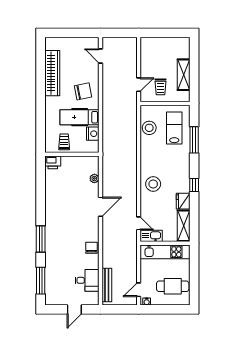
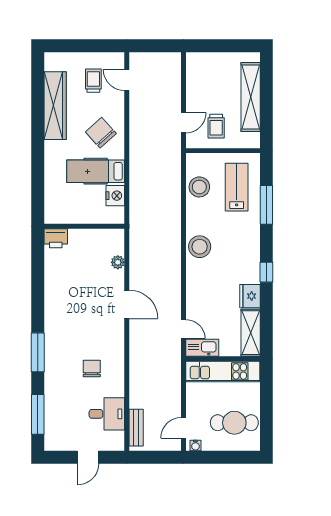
shelving: (184, 75) -> (251, 97), width x1.47
chair: (83, 91) -> (101, 133), turned -121
trolley: (64, 142) -> (93, 81), moved
stool: (153, 184) -> (200, 247), moved
door: (100, 207) -> (127, 304), hinge flipped
chair: (92, 248) -> (92, 368), moved
bench: (107, 285) -> (136, 428), width x0.73

